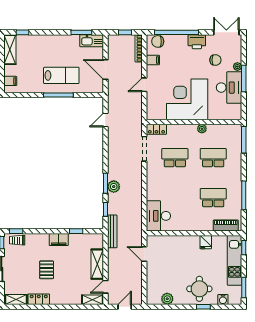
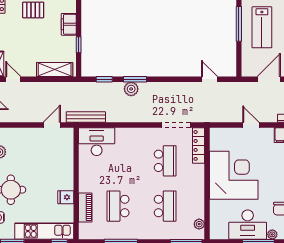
locker: (156, 129) -> (199, 145), width x1.53
plant: (202, 129) -> (199, 224), moved
school desk: (213, 198) -> (118, 206), turned 180
piano: (226, 226) -> (85, 207), moved
bench: (112, 231) -> (86, 117), moved
shelving: (97, 264) -> (55, 70), moved

